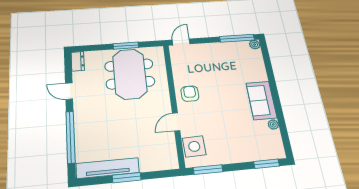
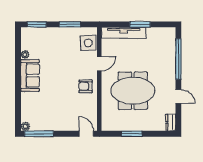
door: (181, 42) -> (86, 134), swing flipped
meeting table: (130, 74) -> (133, 91), moved, turned 90
armchair: (190, 94) -> (86, 86), turned 90
tv unit: (108, 168) -> (124, 33), moved
window: (208, 170) -> (70, 24), moved

